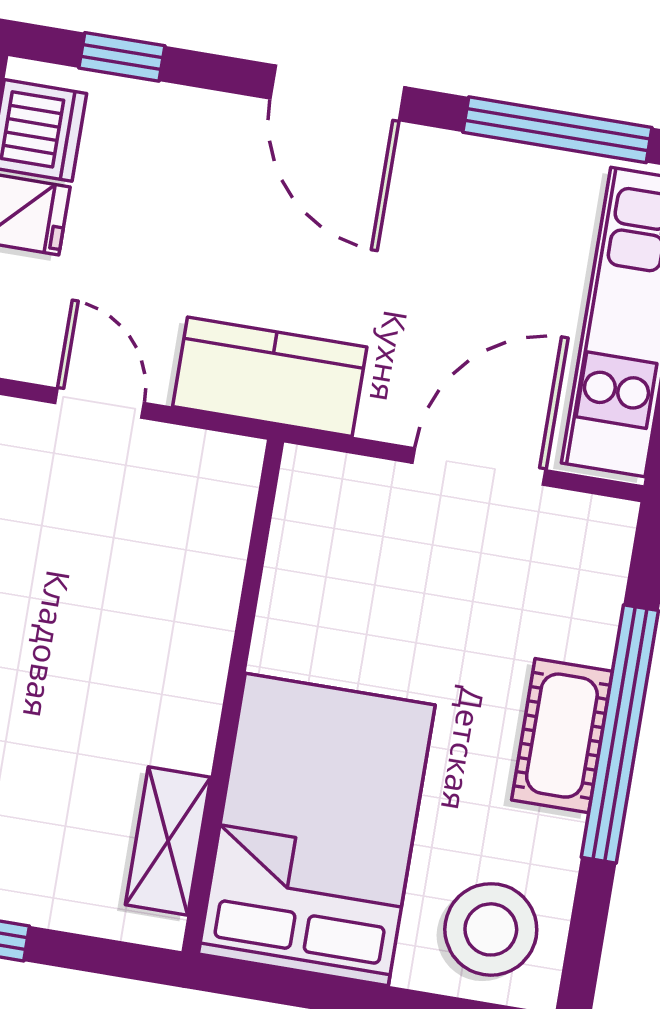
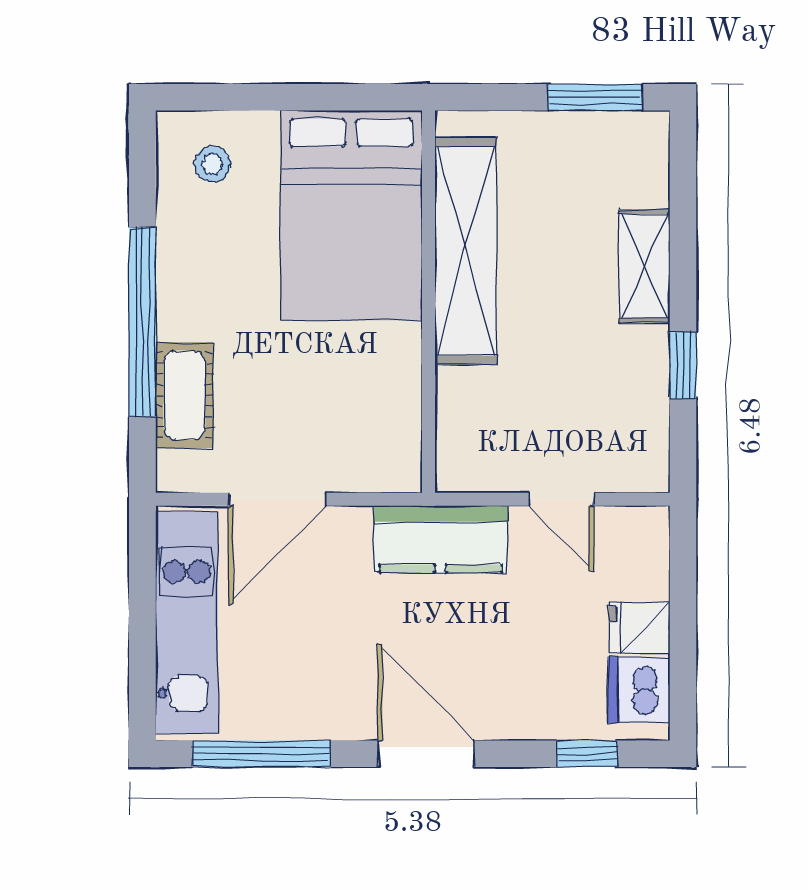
cot: (562, 736) -> (184, 395), moved
shelving: (168, 841) -> (466, 251), width x2.20, depth x1.33
stool: (491, 929) -> (212, 164), width x0.53, depth x0.53

